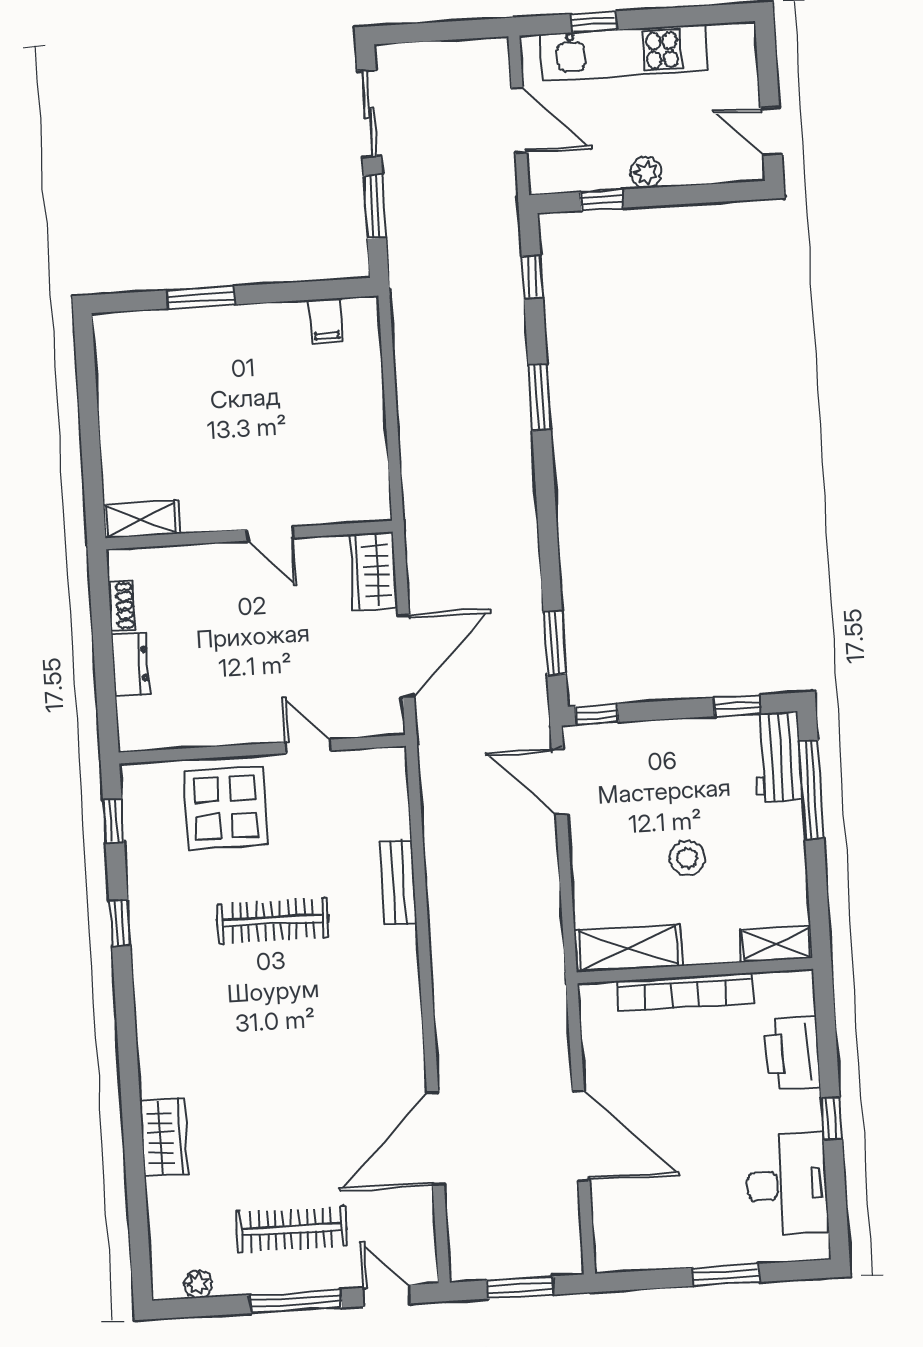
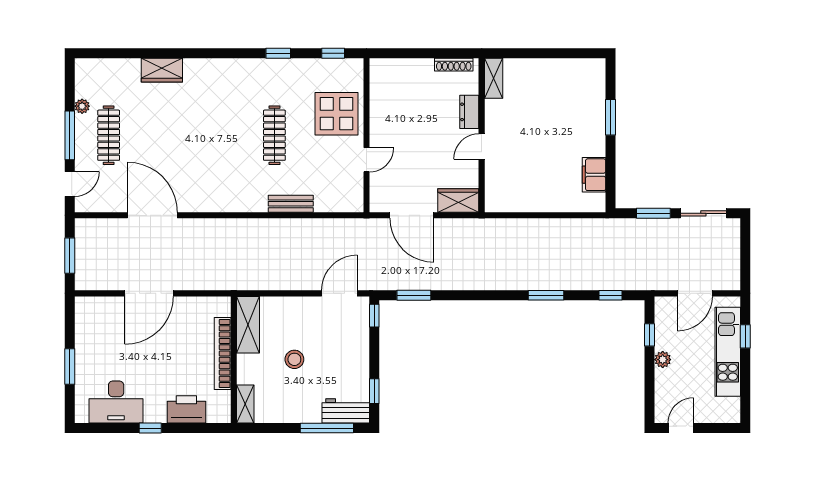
filing cabinet: (326, 321) -> (594, 175), width x2.00
shoe rack: (122, 606) -> (454, 65), width x1.43
dresser: (131, 664) -> (469, 112), moved, turned 90
plant: (198, 1284) -> (82, 106), moved

